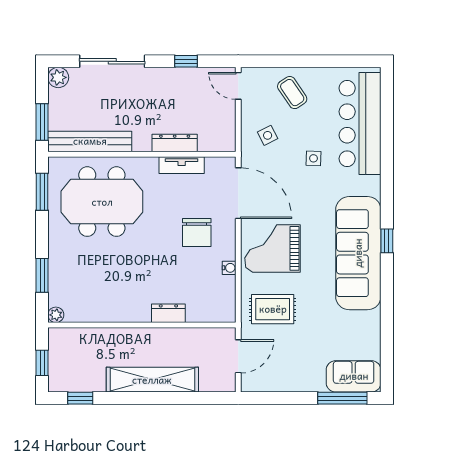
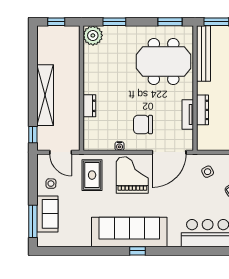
side table: (313, 158) -> (51, 184), moved
meeting table: (102, 202) -> (164, 62), turned 90
plant: (56, 315) -> (93, 35), width x1.88, depth x1.88
sofa: (354, 376) -> (47, 214), moved
window: (80, 398) -> (33, 135), moved

